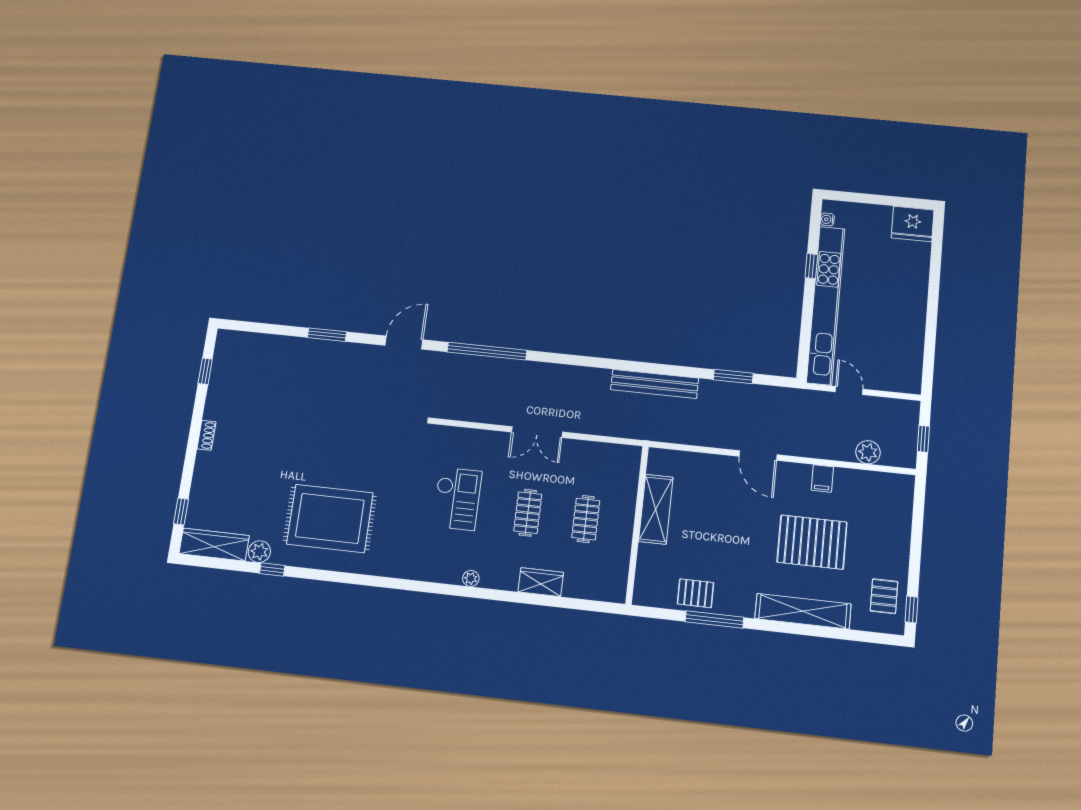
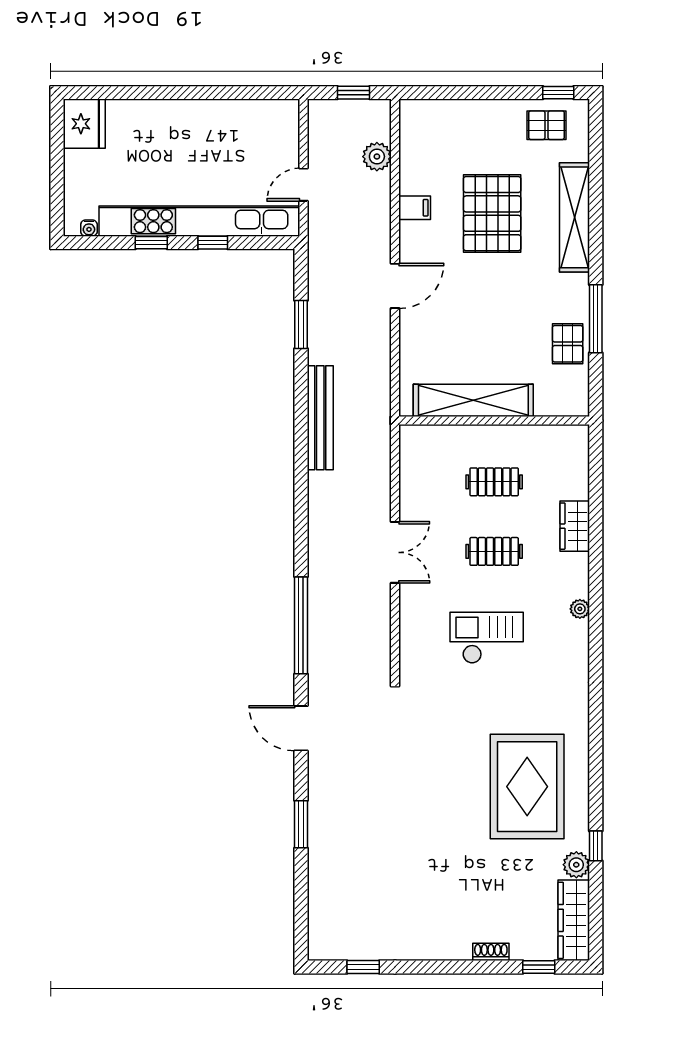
window: (807, 314) -> (213, 243), added
shoe rack: (206, 435) -> (491, 952), moved
shelving: (656, 509) -> (473, 400), width x1.47

